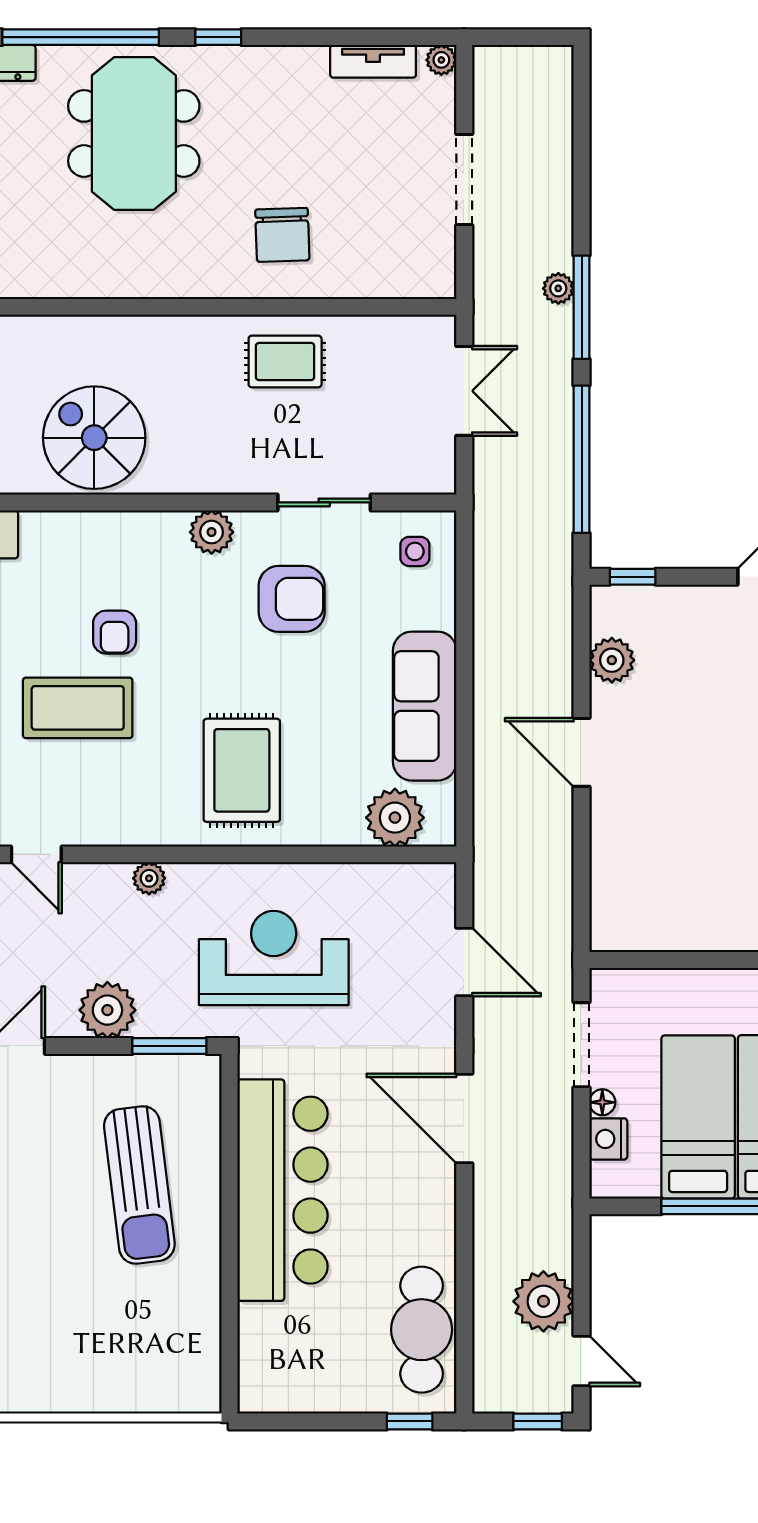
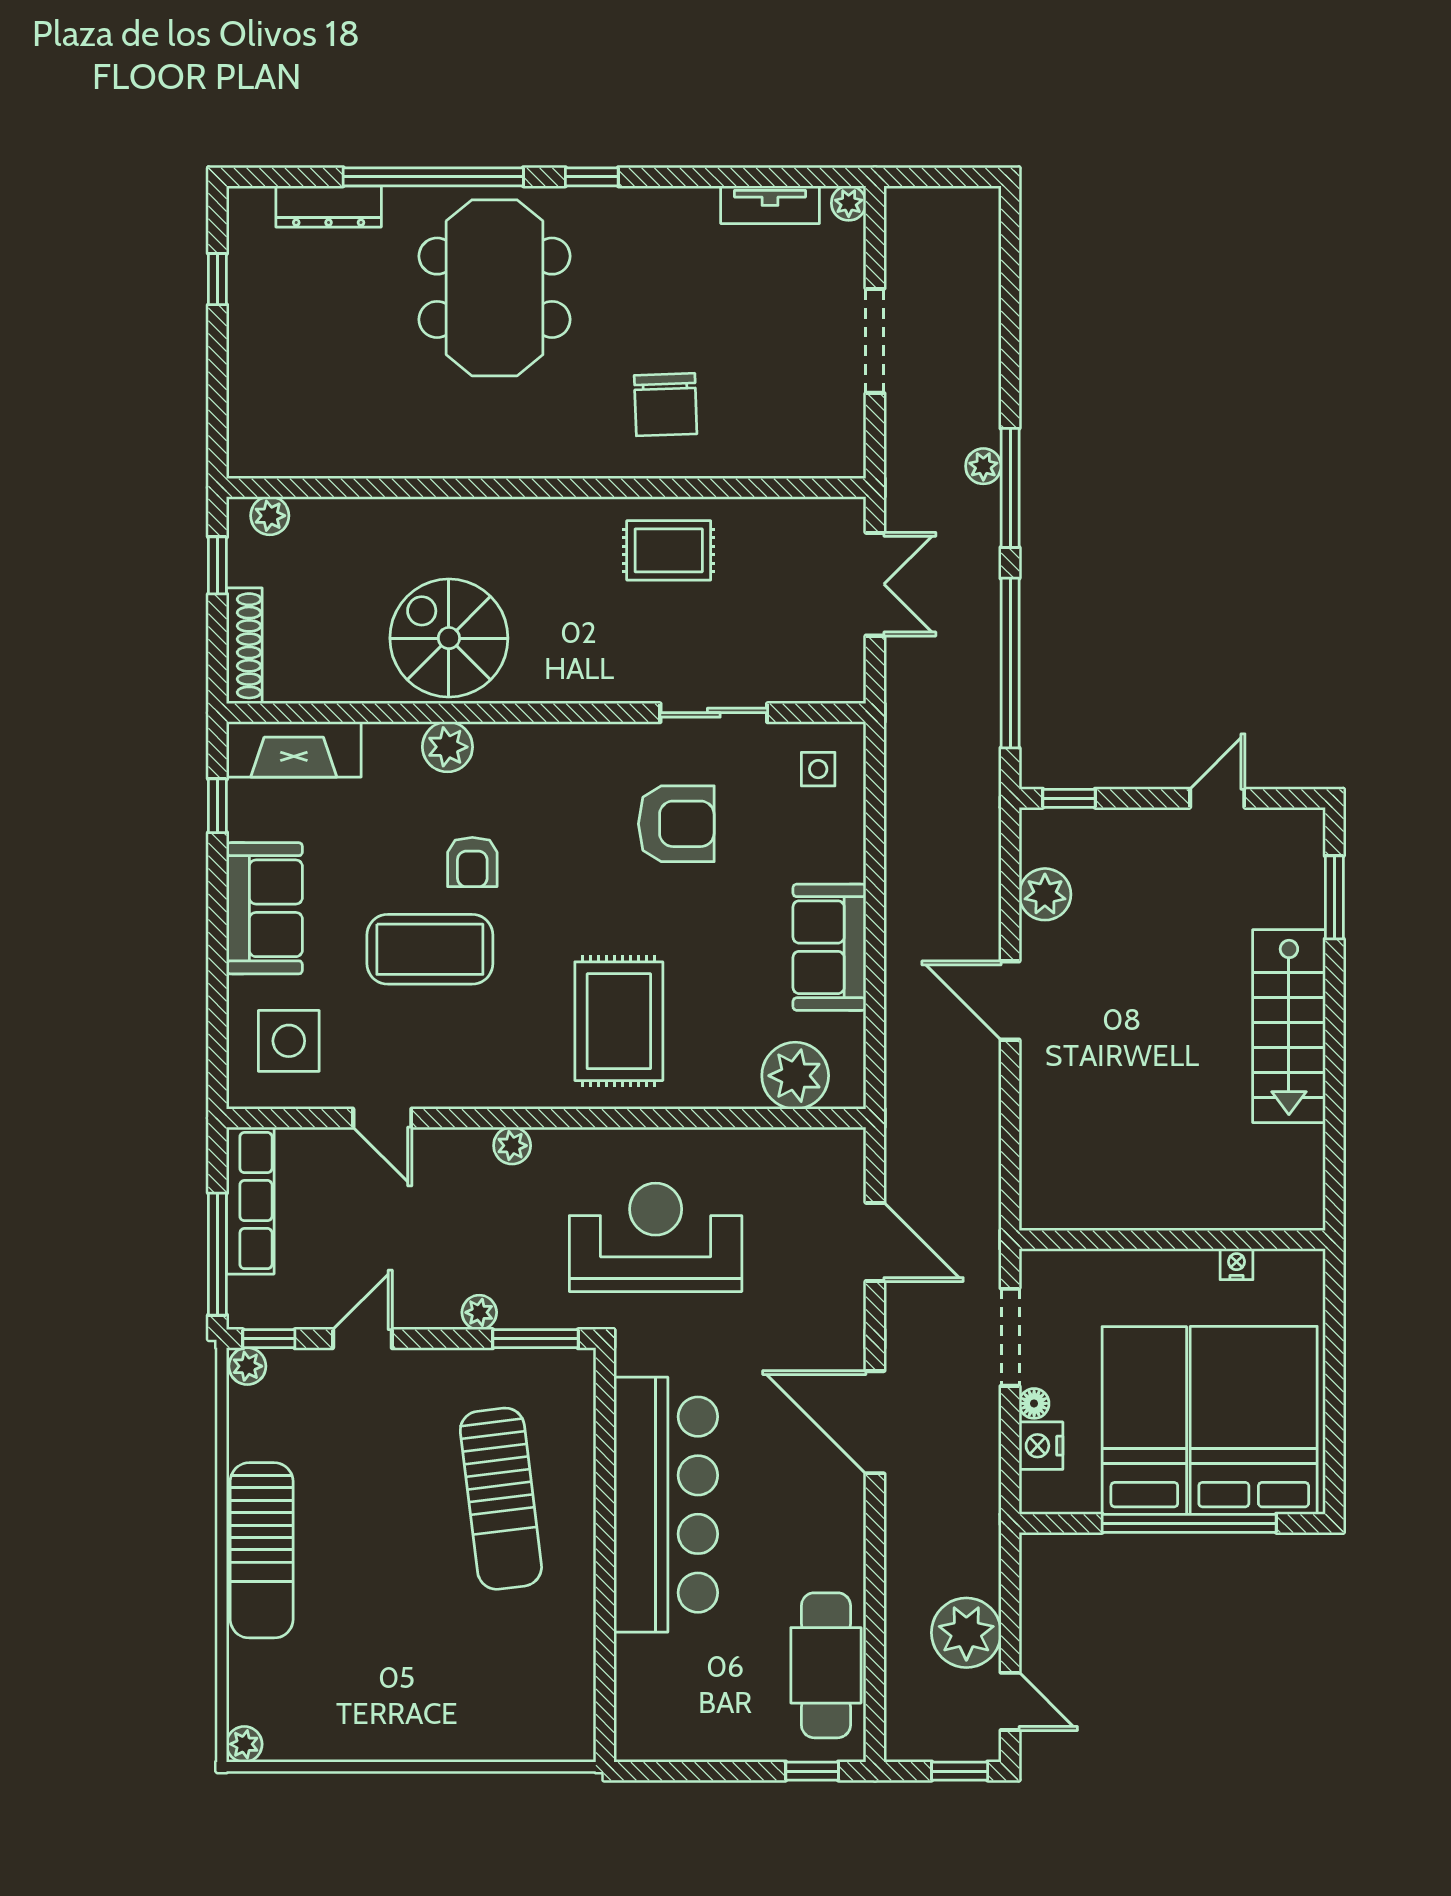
plant: (212, 532) -> (447, 747), moved
sofa: (425, 706) -> (829, 947), width x0.73
plant: (107, 1010) -> (479, 1312), width x0.53, depth x0.53

